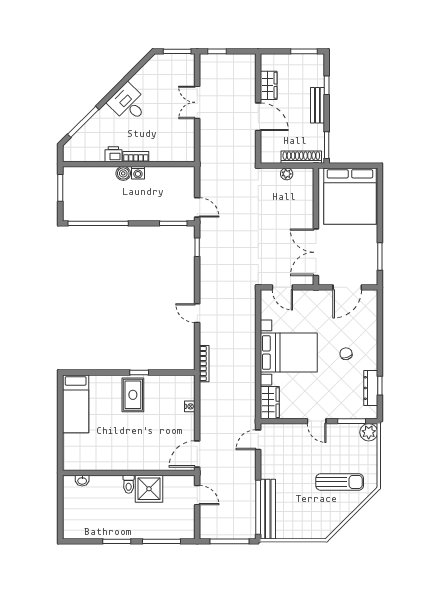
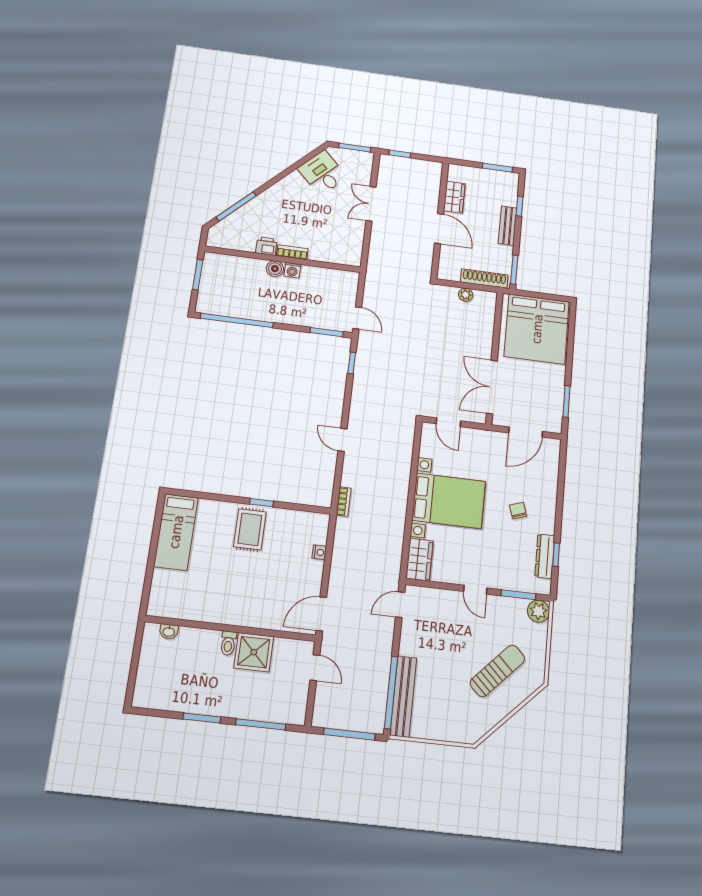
desk: (128, 103) -> (322, 173), moved
bookcase: (204, 364) -> (344, 502), width x0.64
sun lounger: (340, 482) -> (497, 671), turned -46

